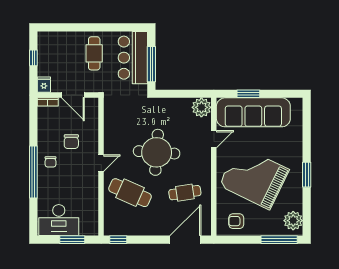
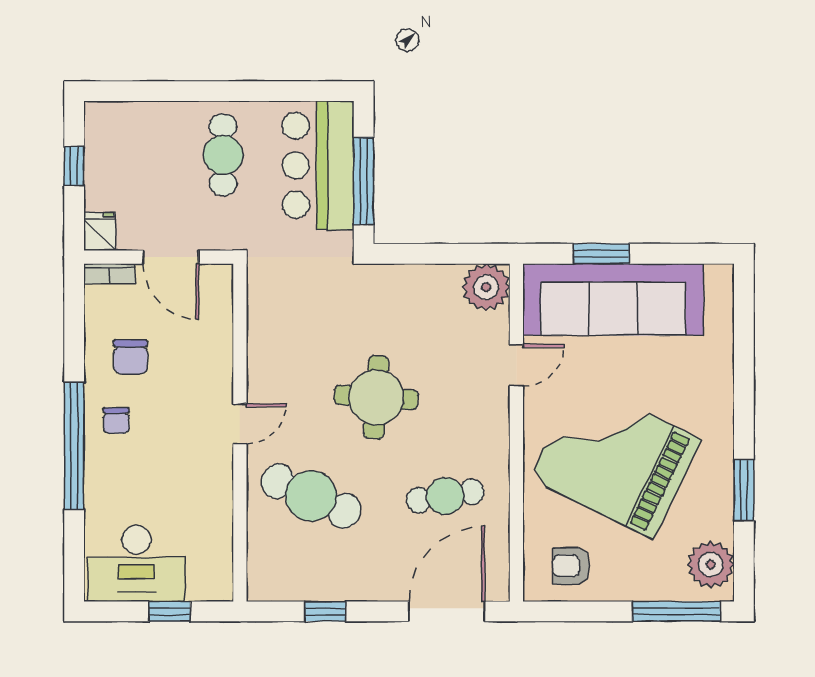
chair: (71, 142) -> (130, 357), moved
round table: (157, 152) -> (376, 397), width x0.73, depth x0.73
window: (307, 175) -> (744, 490), moved
window: (72, 240) -> (169, 611), width x0.67
window: (118, 240) -> (325, 611), moved

